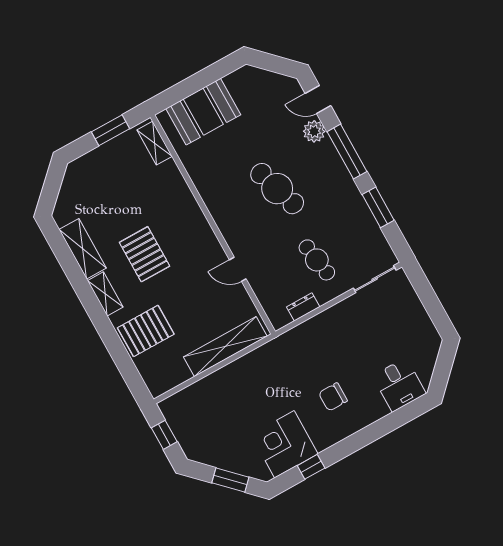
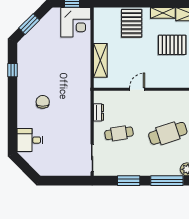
shelving: (225, 347) -> (100, 60), width x0.68
corner desk: (284, 444) -> (76, 22), moved, turned 90

